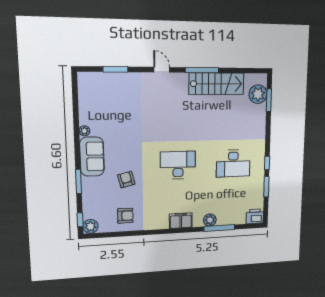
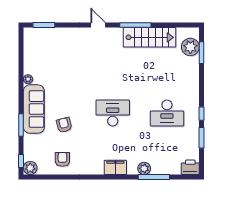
window: (115, 69) -> (44, 25), moved
sofa: (92, 157) -> (34, 109), width x1.36
armchair: (125, 216) -> (62, 159), turned -90

